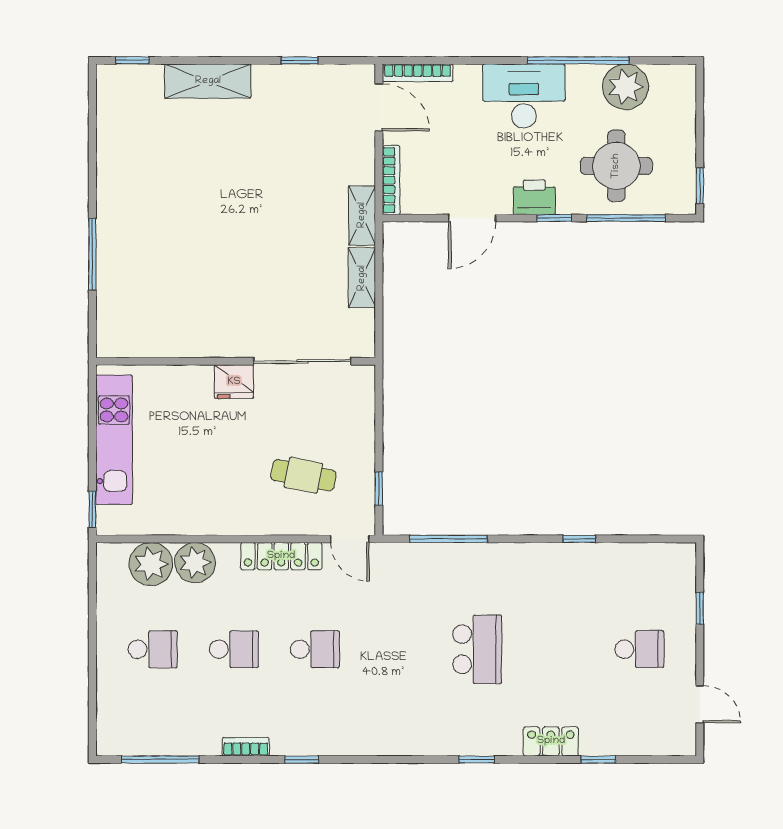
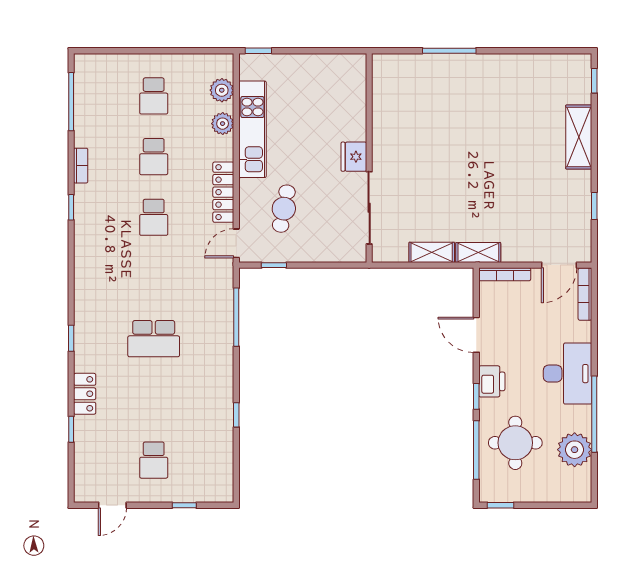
kitchen unit: (114, 440) -> (252, 129), moved, turned -90
plant: (195, 563) -> (223, 124), width x0.73, depth x0.73
plant: (151, 564) -> (222, 90), width x0.73, depth x0.73

